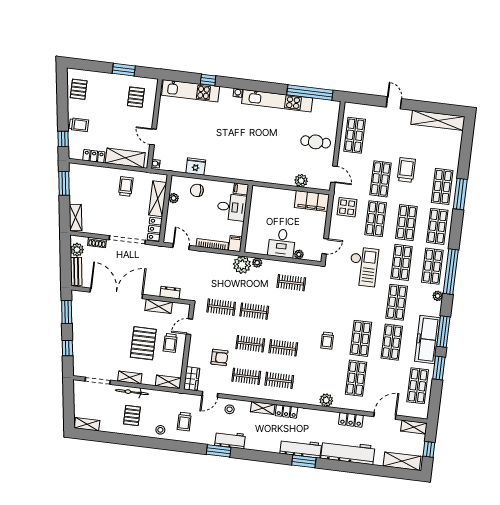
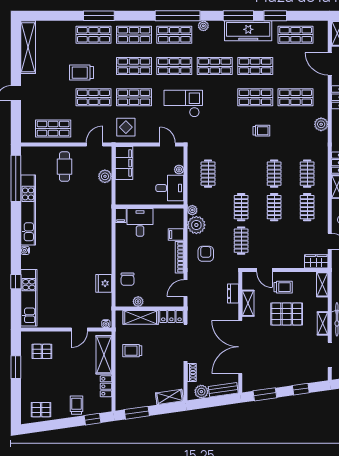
filing cabinet: (241, 189) -> (121, 216), moved
desk: (232, 207) -> (140, 222), moved
wall: (246, 218) -> (149, 207), moved
armchair: (219, 357) -> (206, 254), moved

